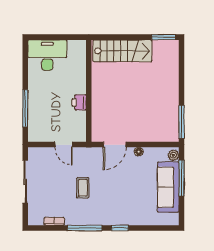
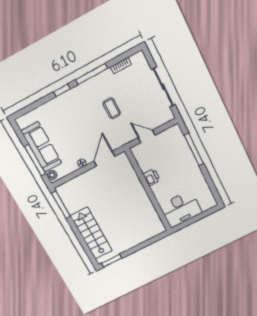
stairs: (122, 51) -> (91, 233), moved, turned 90
desk: (47, 55) -> (181, 209), moved

